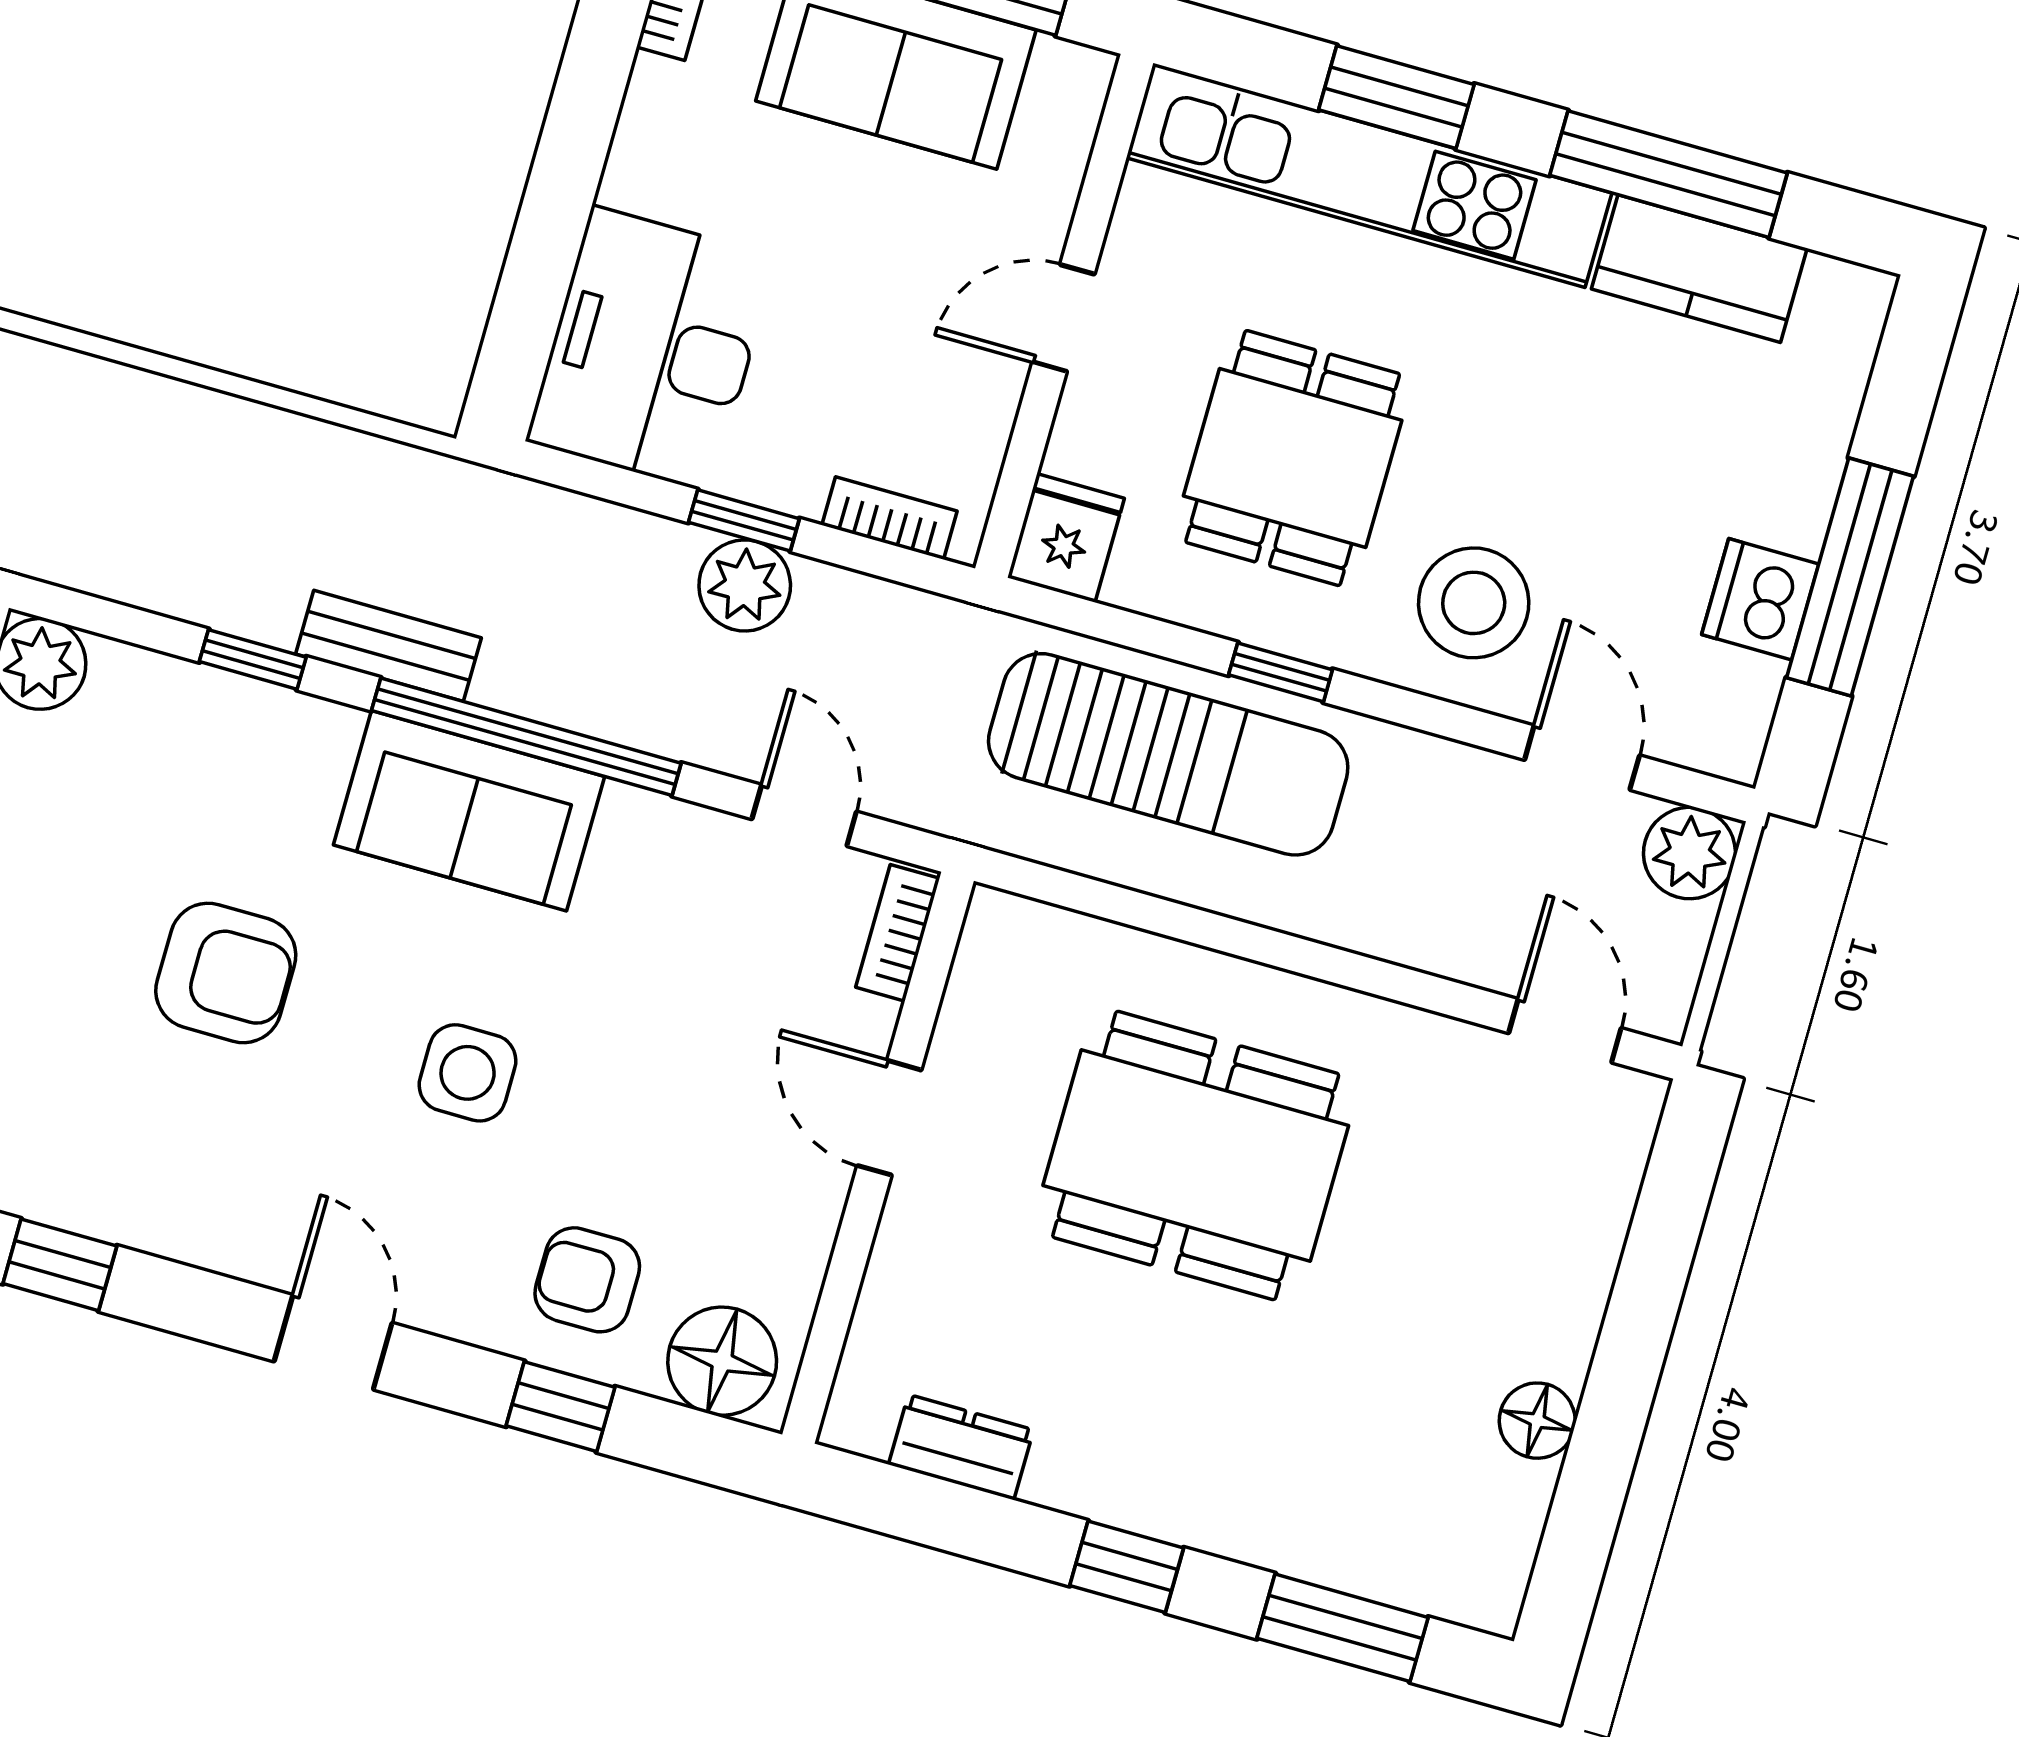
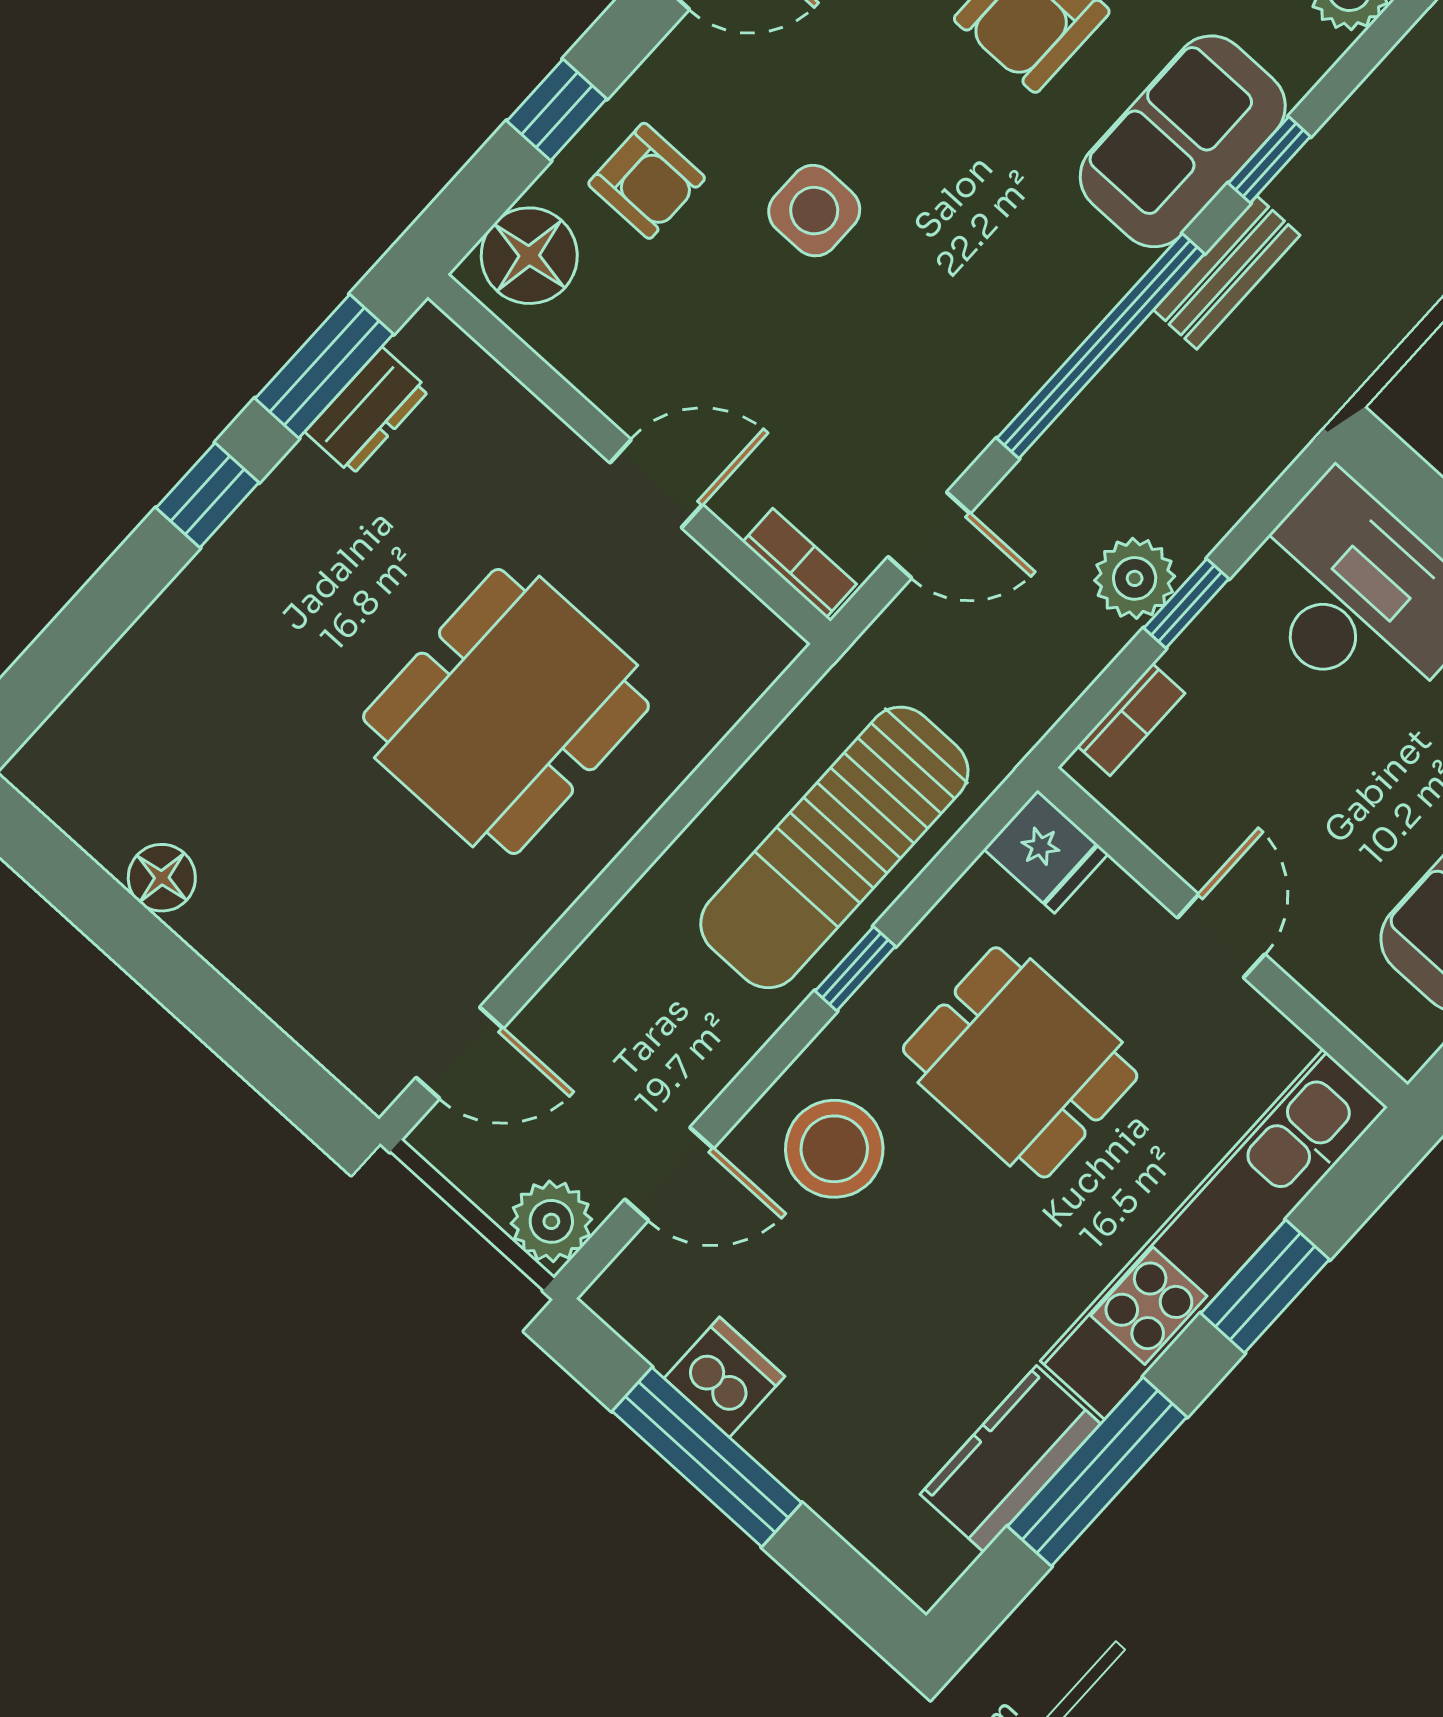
sofa: (469, 811) -> (1183, 141), moved
side table: (468, 1073) -> (814, 211), moved
armchair: (587, 1280) -> (647, 181), turned 90
window: (1342, 1628) -> (324, 366), moved

